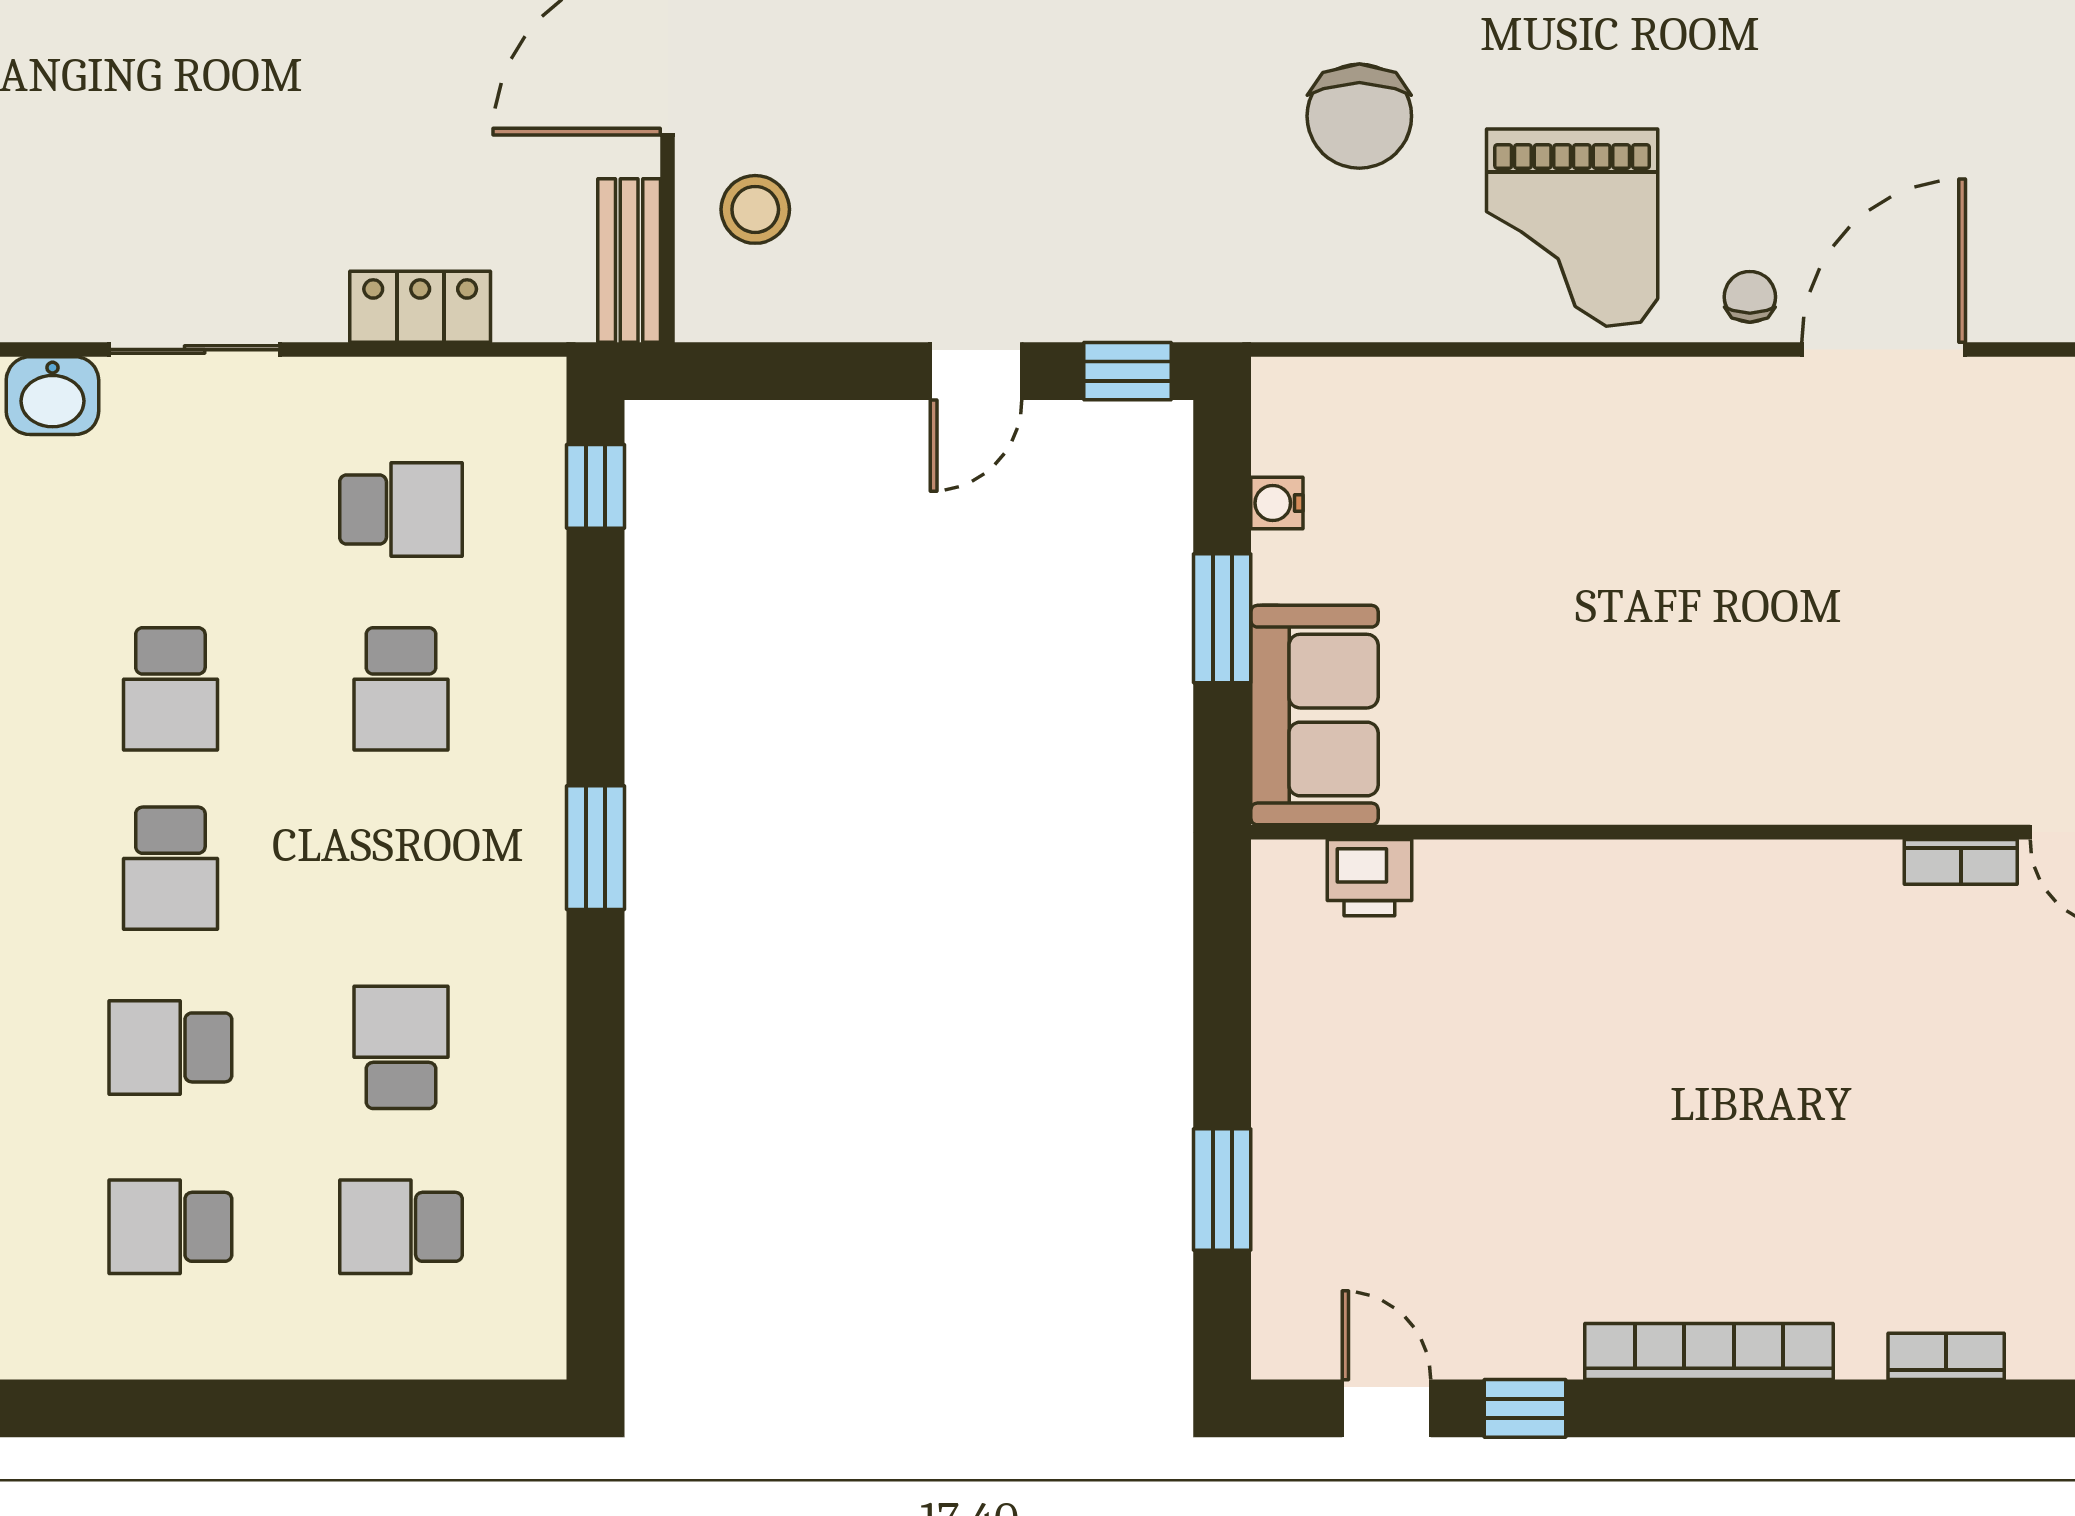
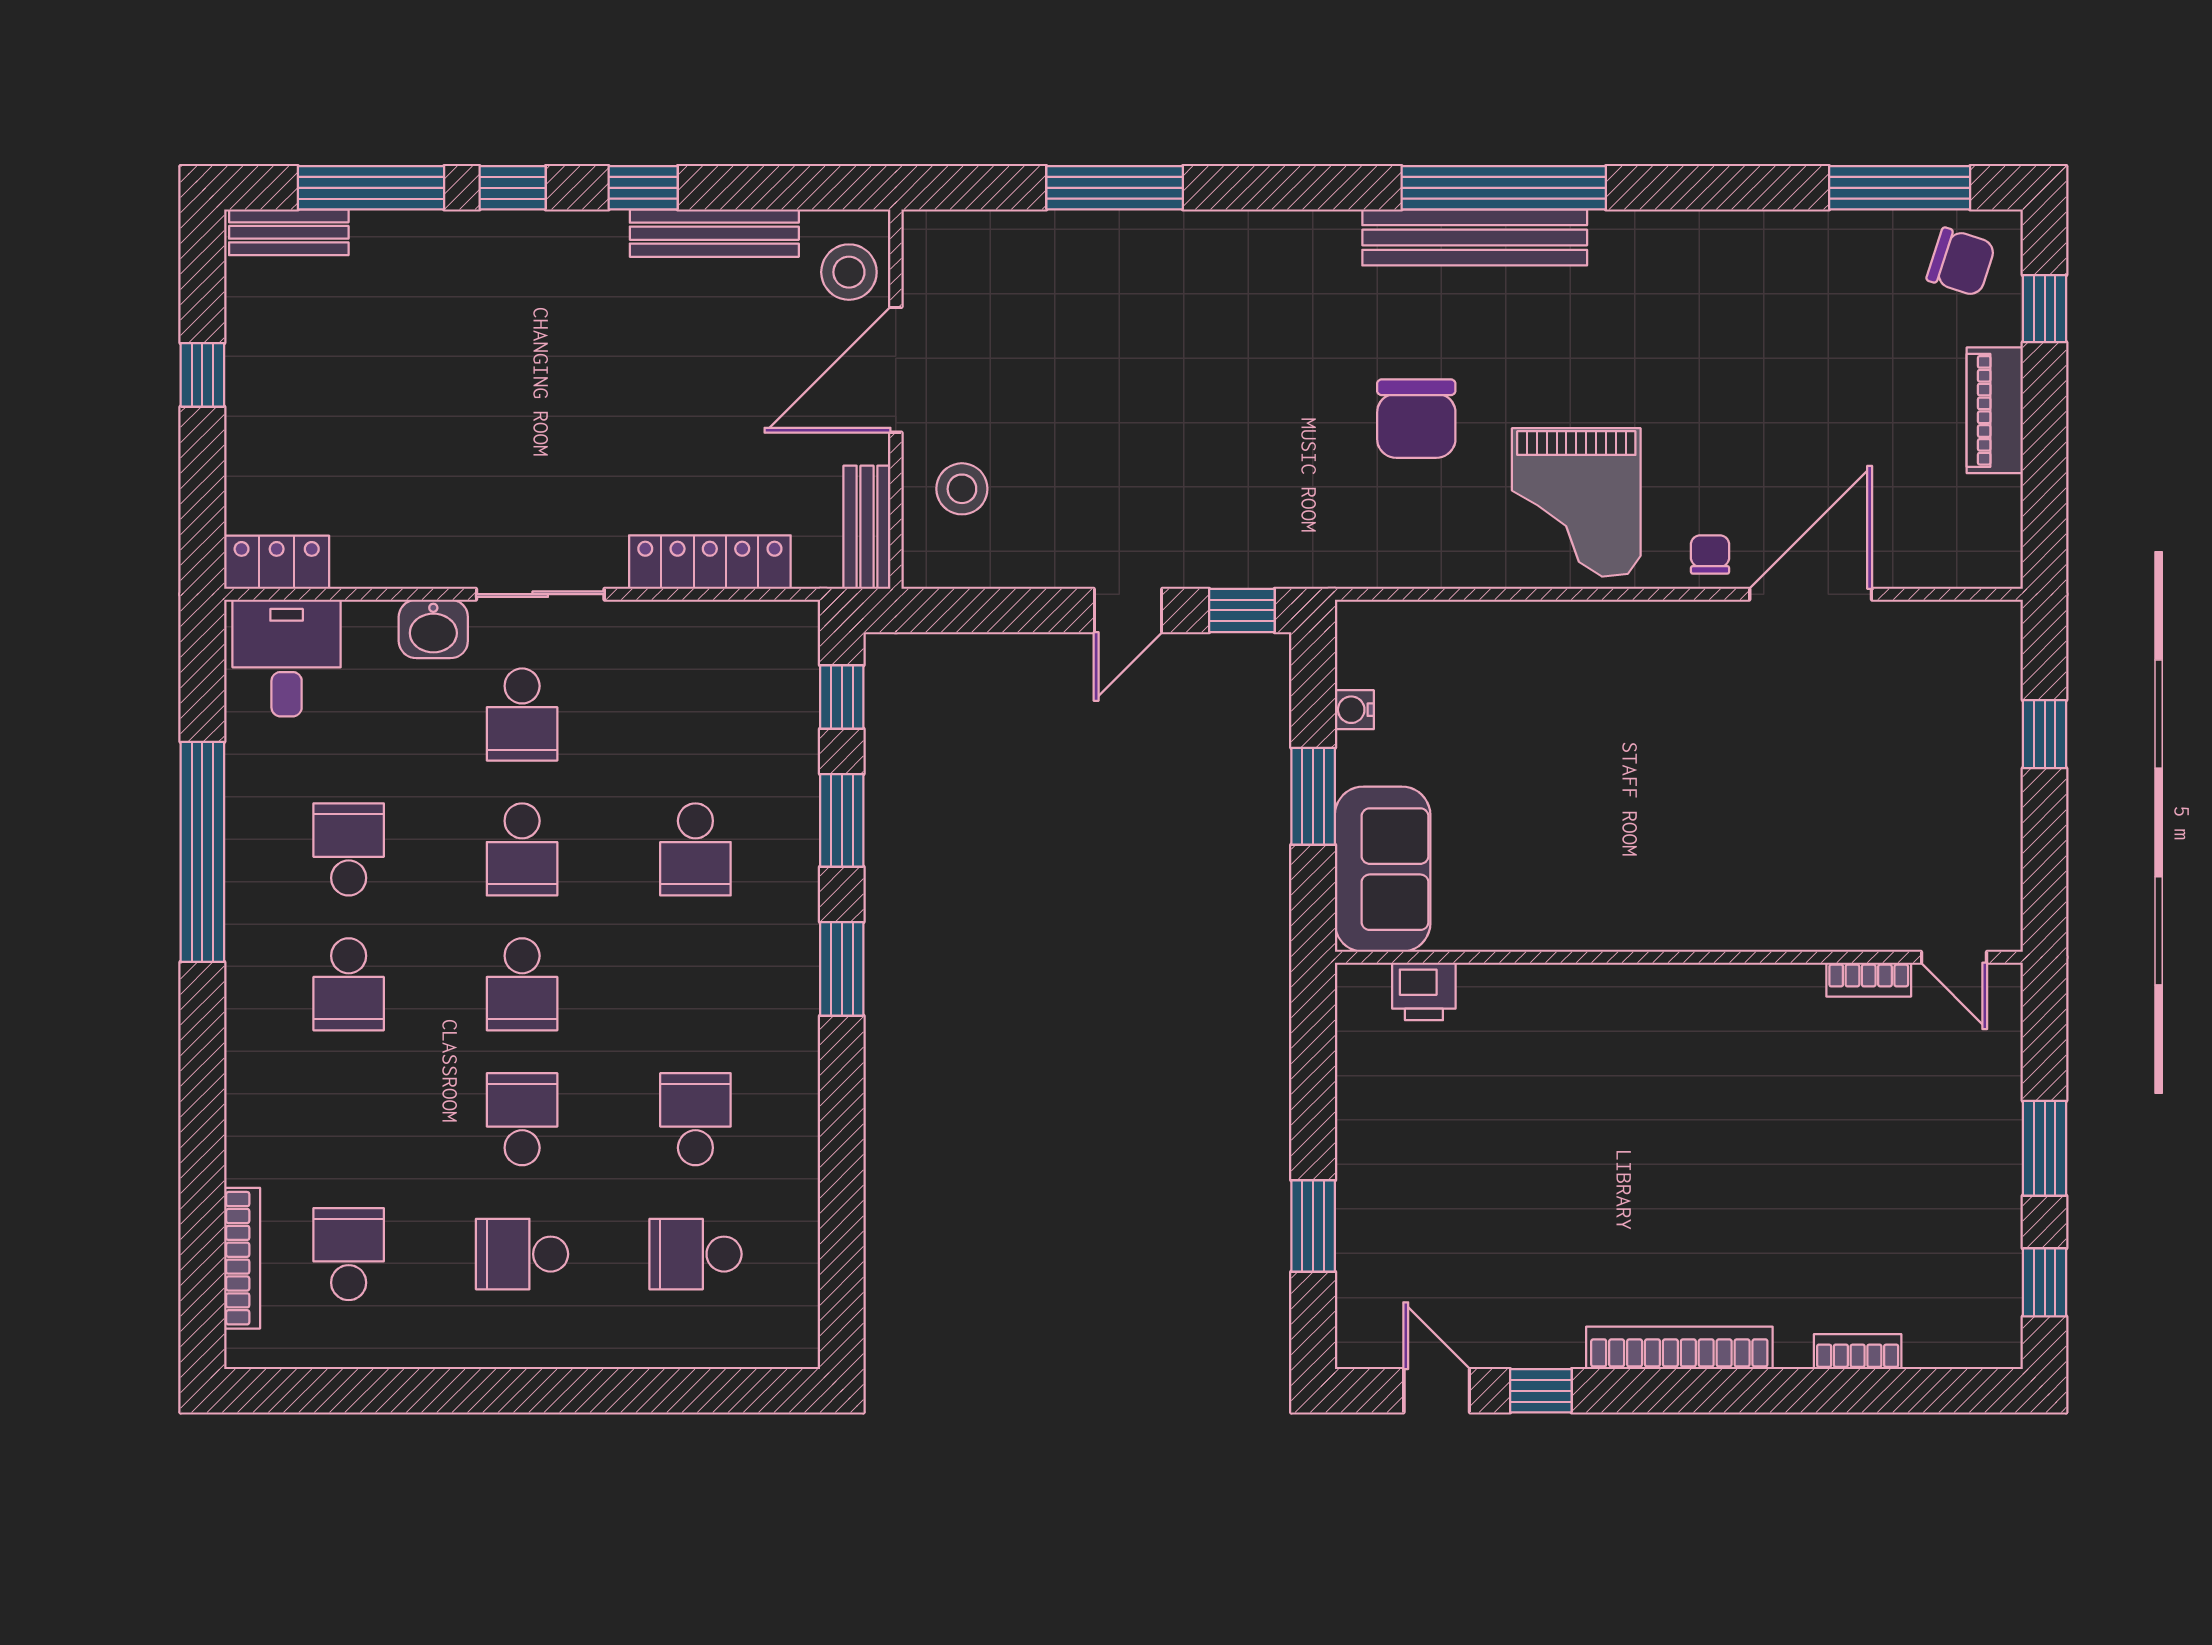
locker: (420, 307) -> (710, 562), width x1.53
school desk: (401, 510) -> (522, 715), moved, turned 90
window: (595, 650) -> (842, 820), added
school desk: (170, 1047) -> (522, 1119), turned 90

